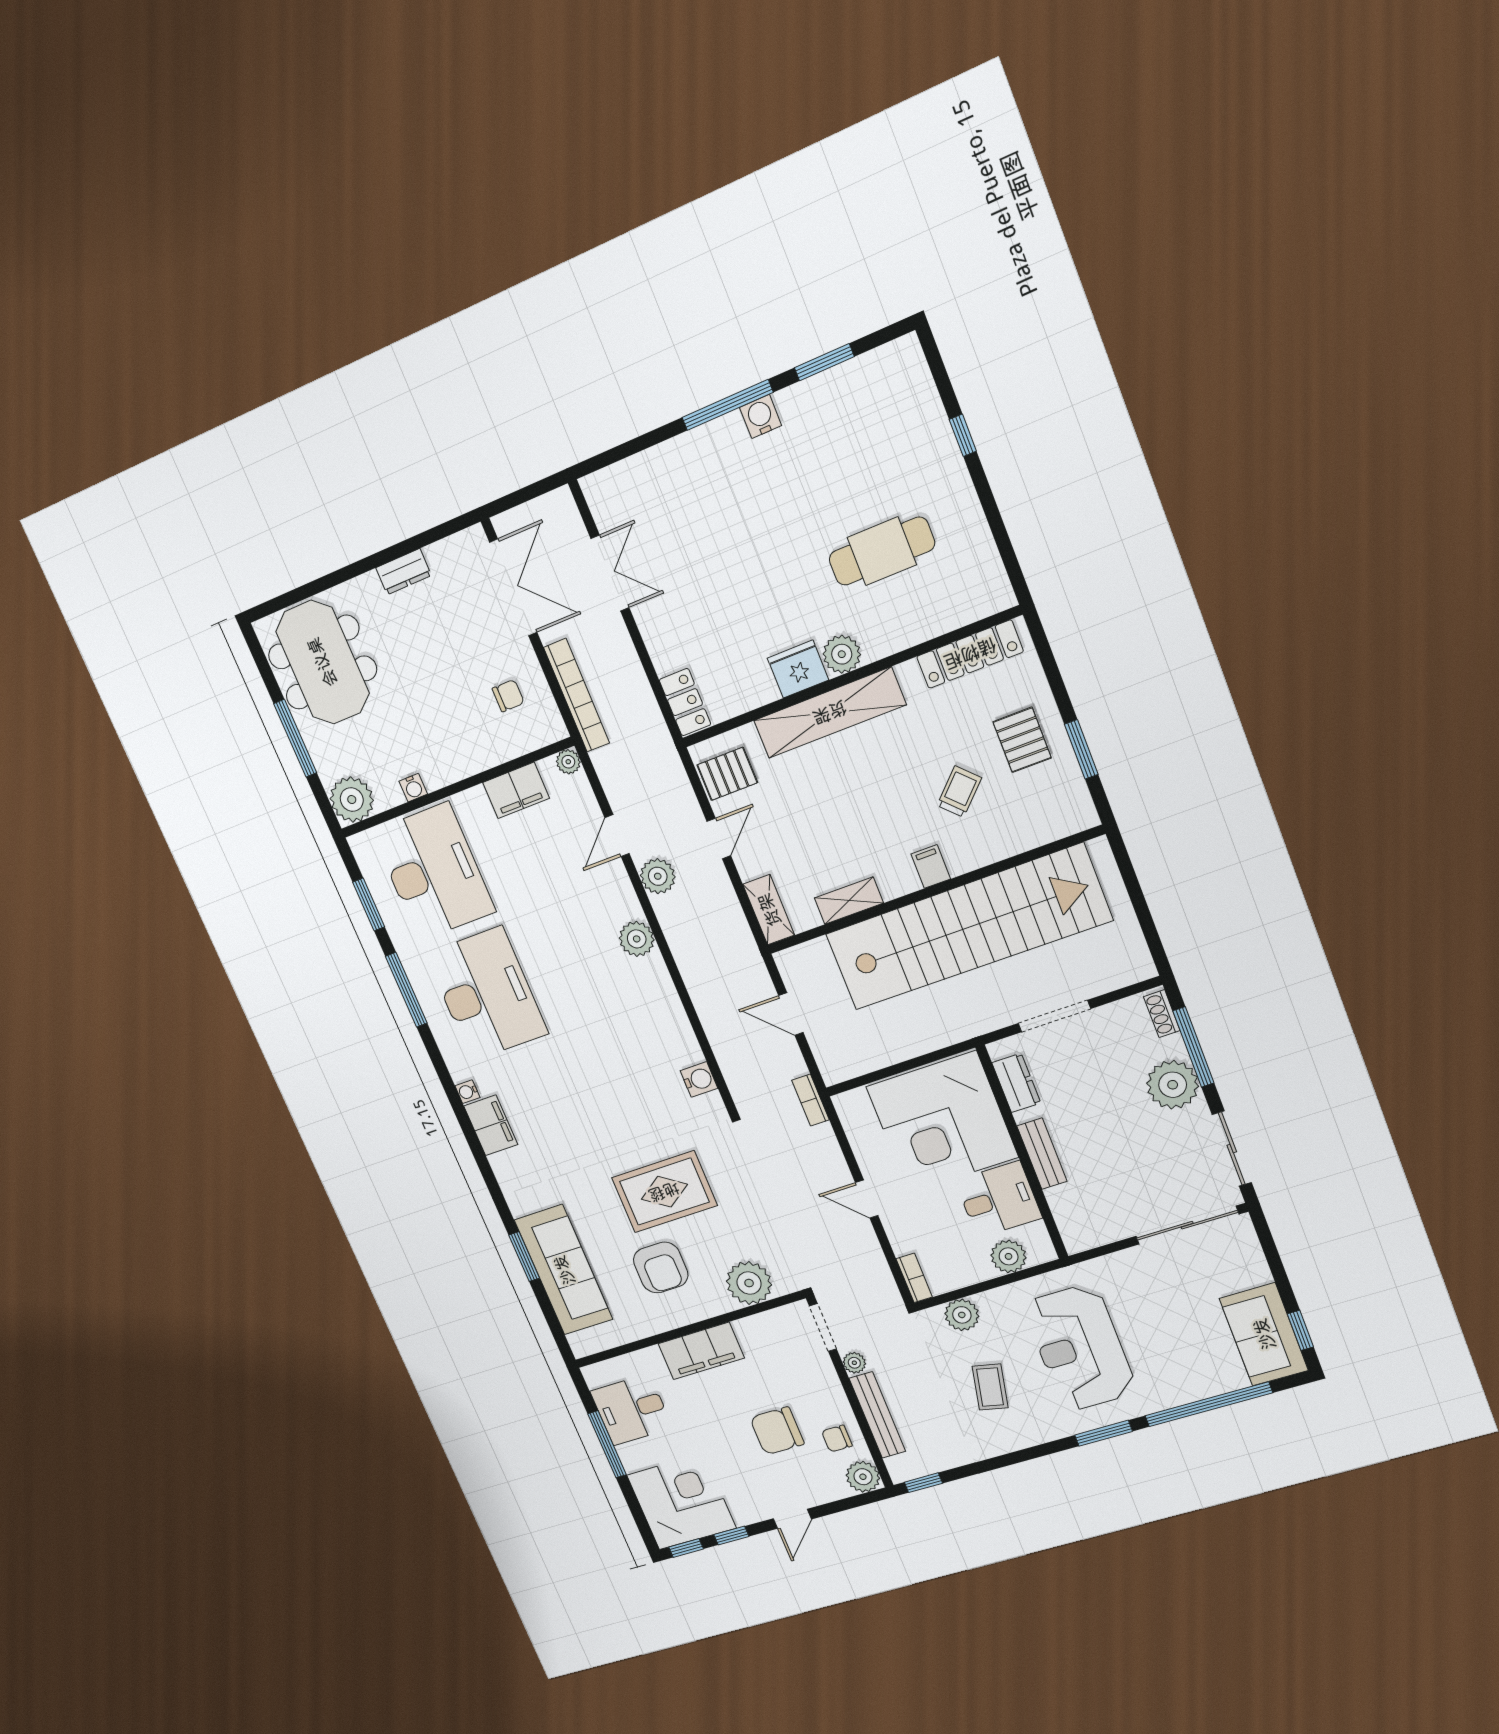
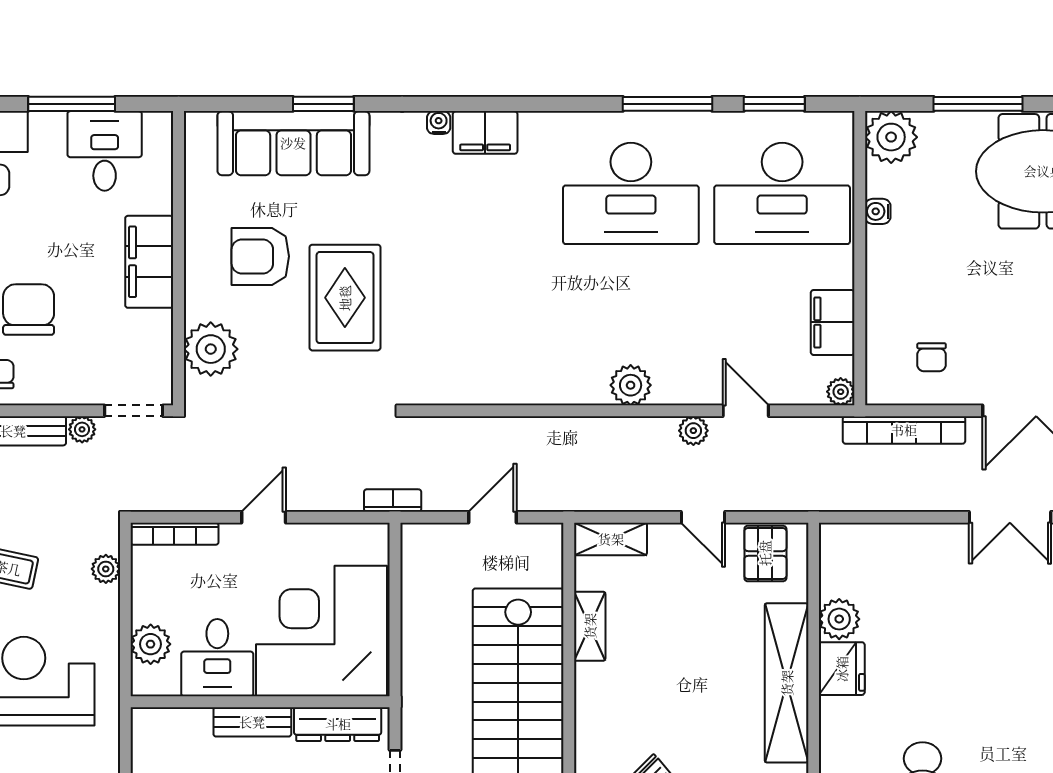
plant: (842, 654) -> (839, 619), moved
locker: (685, 702) -> (854, 540), removed
filing cabinet: (931, 866) -> (594, 724), removed
plant: (658, 876) -> (693, 431), width x0.73, depth x0.73
water cooler: (699, 1079) -> (456, 389), removed
dresser: (1016, 1083) -> (338, 724), width x1.44
water cooler: (467, 1092) -> (439, 123), moved
bookcase: (914, 1278) -> (174, 534), width x1.56
plant: (962, 1315) -> (106, 569), width x0.73, depth x0.73

